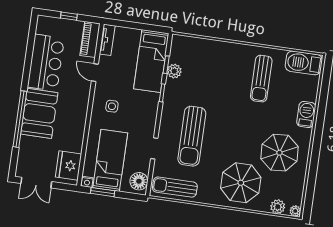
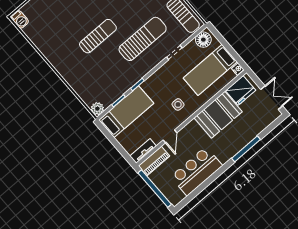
window: (69, 16) -> (155, 189), width x3.17
barbecue: (304, 63) -> (20, 19), width x0.53, depth x0.65
plant: (174, 71) -> (97, 109), moved
sun lounger: (261, 79) -> (98, 36), moved
booth: (39, 113) -> (218, 115), moved
window: (20, 119) -> (246, 149), width x0.68
window: (103, 192) -> (233, 53), removed

